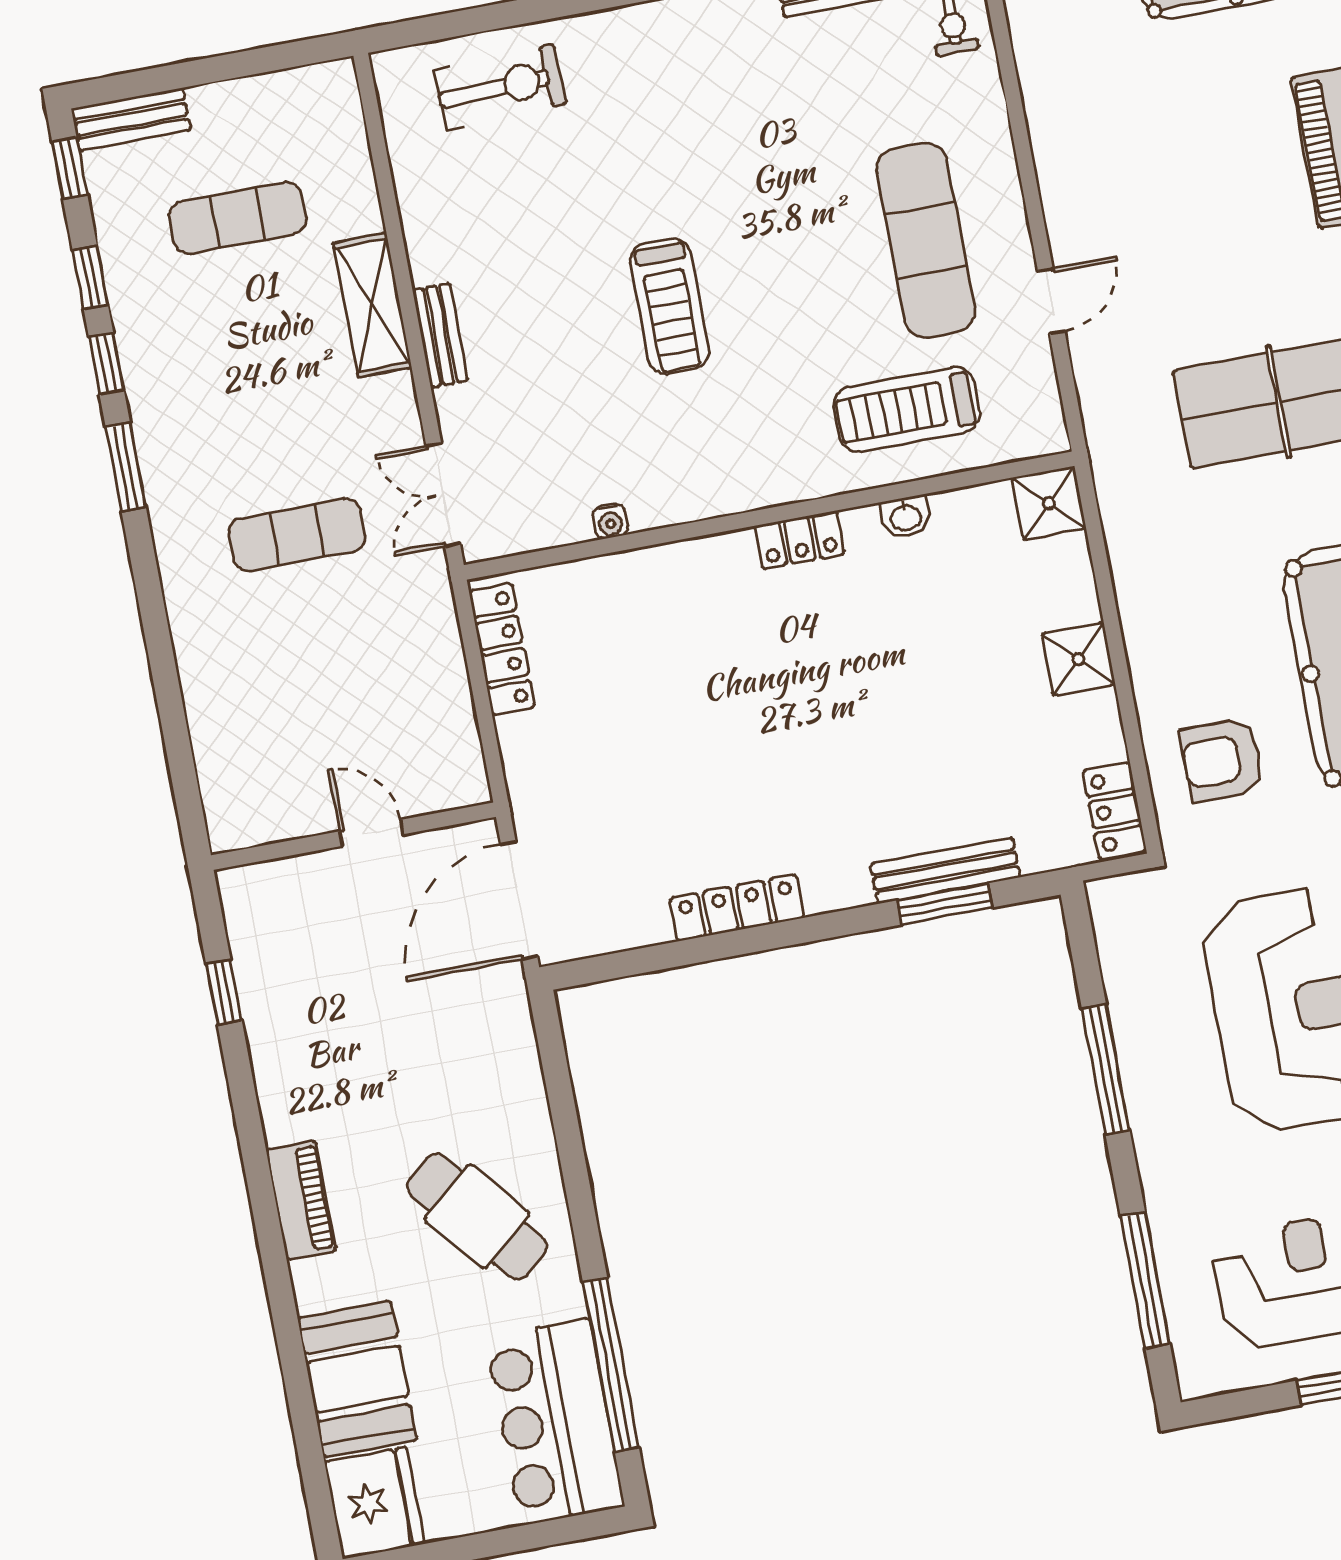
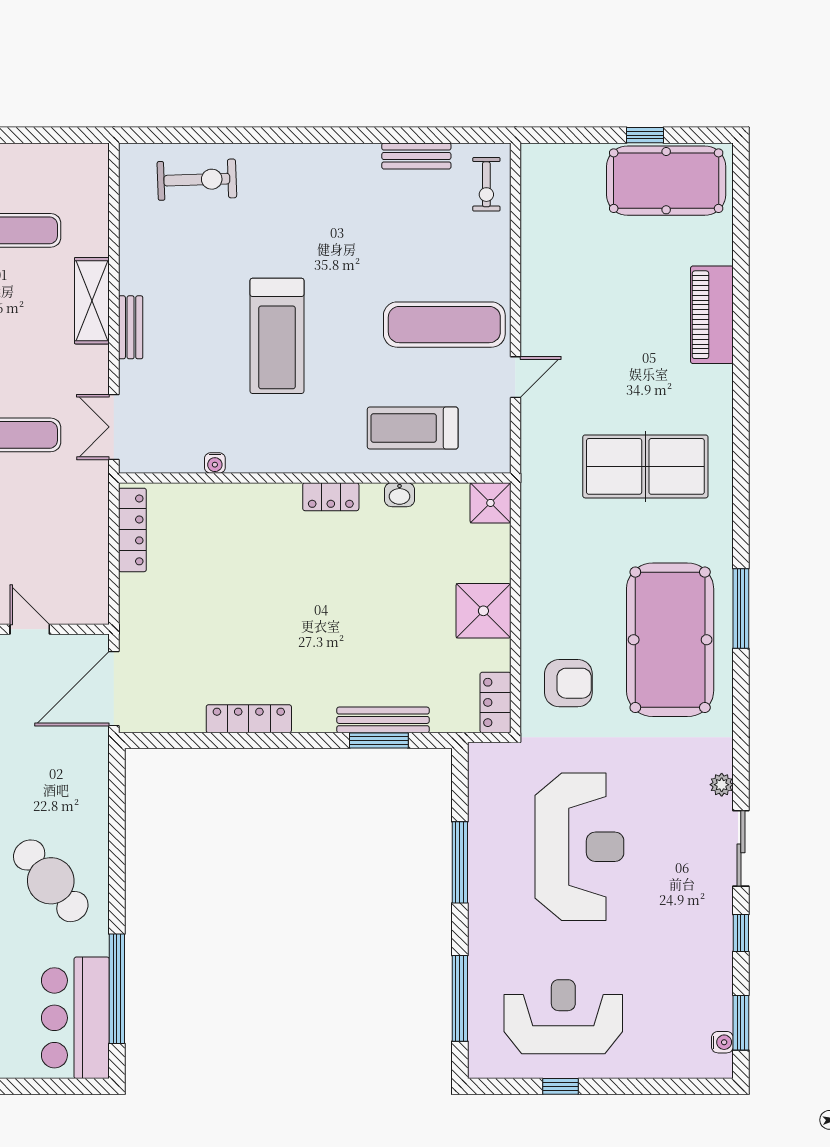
exercise mat: (926, 240) -> (444, 325), turned 90
treadmill: (670, 306) -> (277, 336), width x1.37, depth x1.38
shower: (1079, 659) -> (483, 611), width x1.36, depth x1.36
armchair: (1222, 760) -> (568, 683), turned 180

